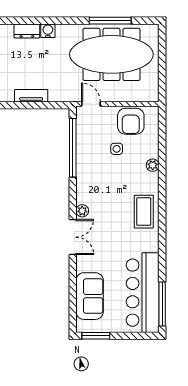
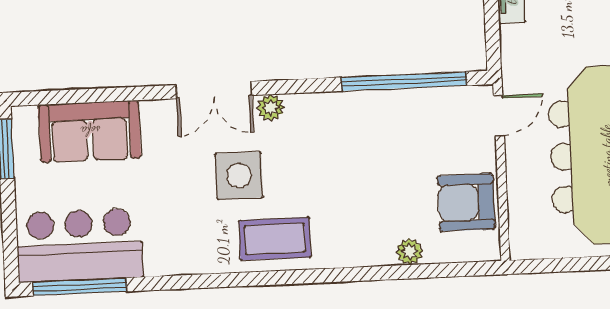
side table: (117, 149) -> (239, 176), moved, width x1.87, depth x1.87
plant: (153, 165) -> (410, 252), moved
bar counter: (143, 293) -> (79, 245), width x0.73

